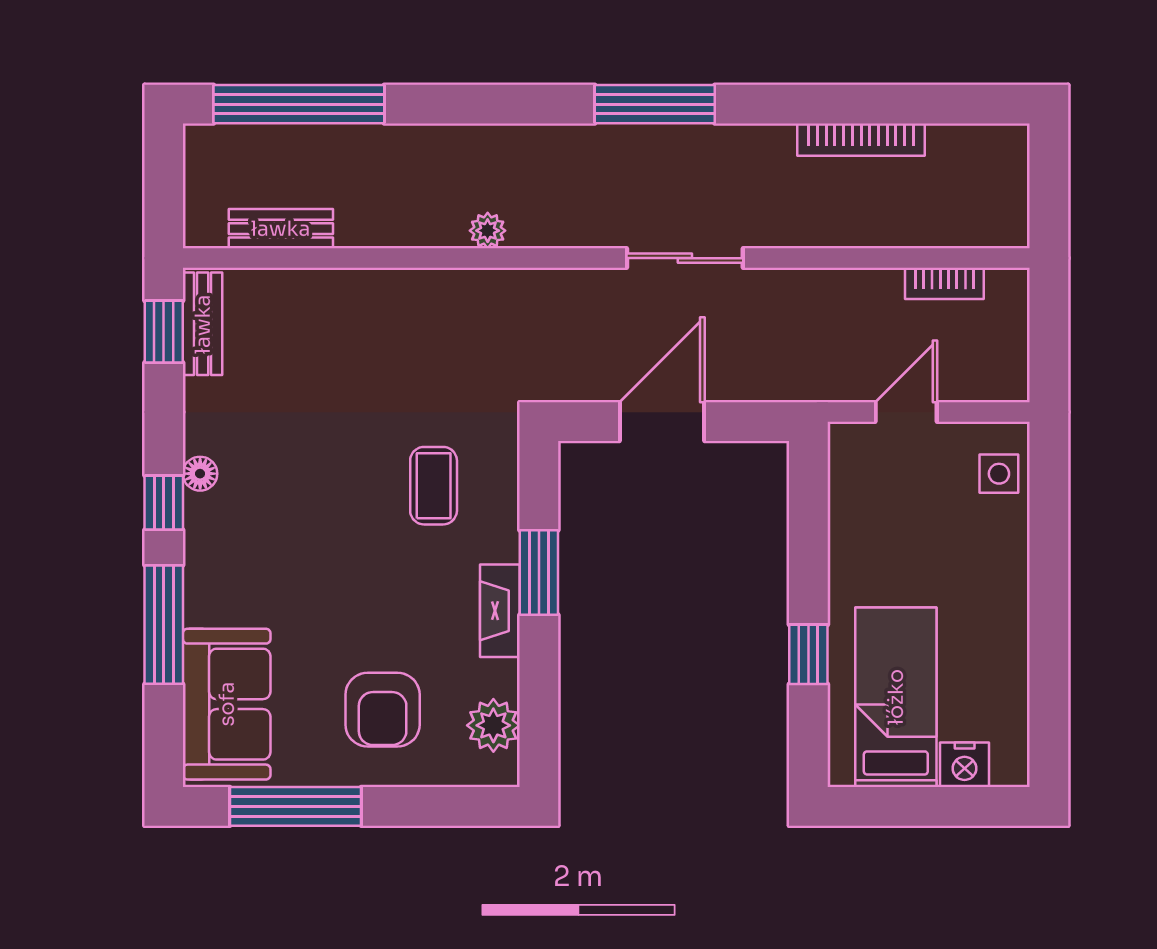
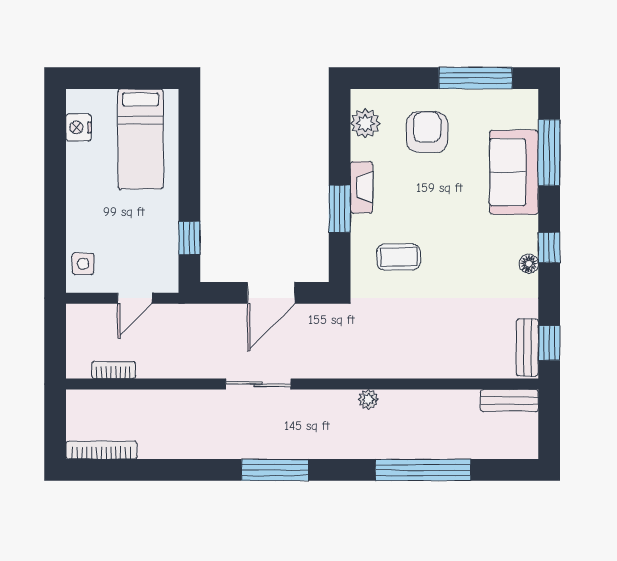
window: (299, 104) -> (423, 470), moved
bookcase: (861, 140) -> (101, 450), moved
bench: (281, 229) -> (509, 400), moved
coffee table: (434, 486) -> (399, 257), turned 90
window: (164, 625) -> (549, 153), moved
window: (808, 654) -> (189, 238), moved
sofa: (227, 704) -> (514, 172), moved
nightstand: (965, 765) -> (78, 128), moved, turned -90

